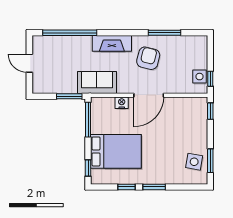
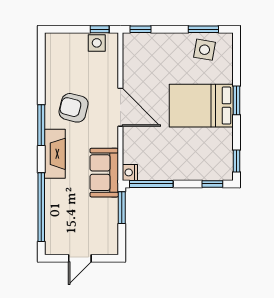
window: (165, 33) -> (41, 125), moved
nightstand: (122, 103) -> (130, 172), moved
bed: (116, 151) -> (201, 106), moved, turned -90
window: (126, 187) -> (237, 161), moved

